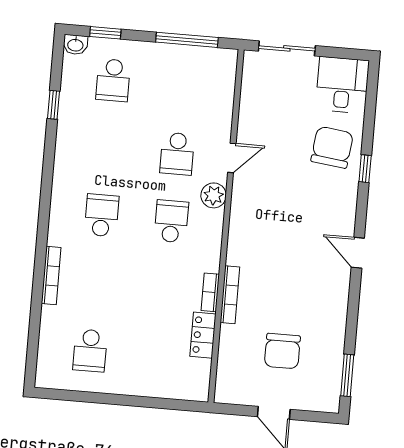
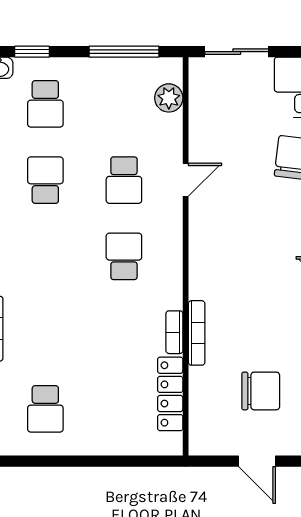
plant: (214, 195) -> (169, 98), moved
school desk: (102, 215) -> (45, 180), moved
locker: (203, 335) -> (170, 394), width x1.53
chair: (282, 351) -> (261, 391), turned -90

